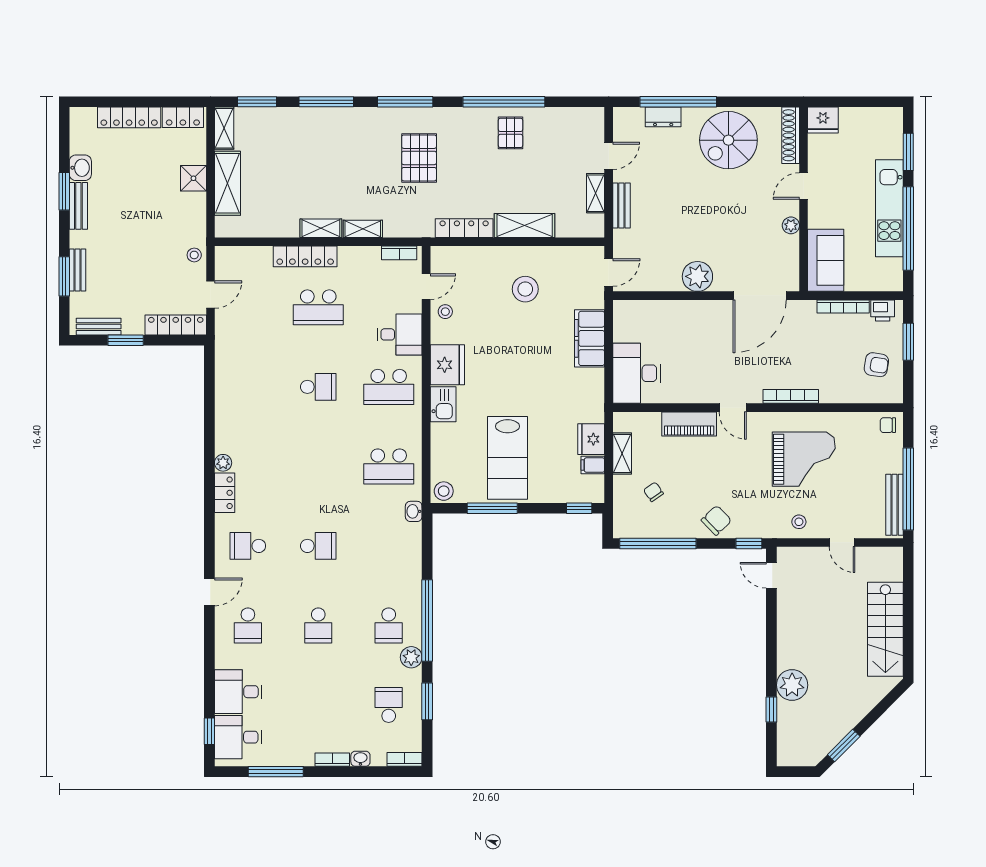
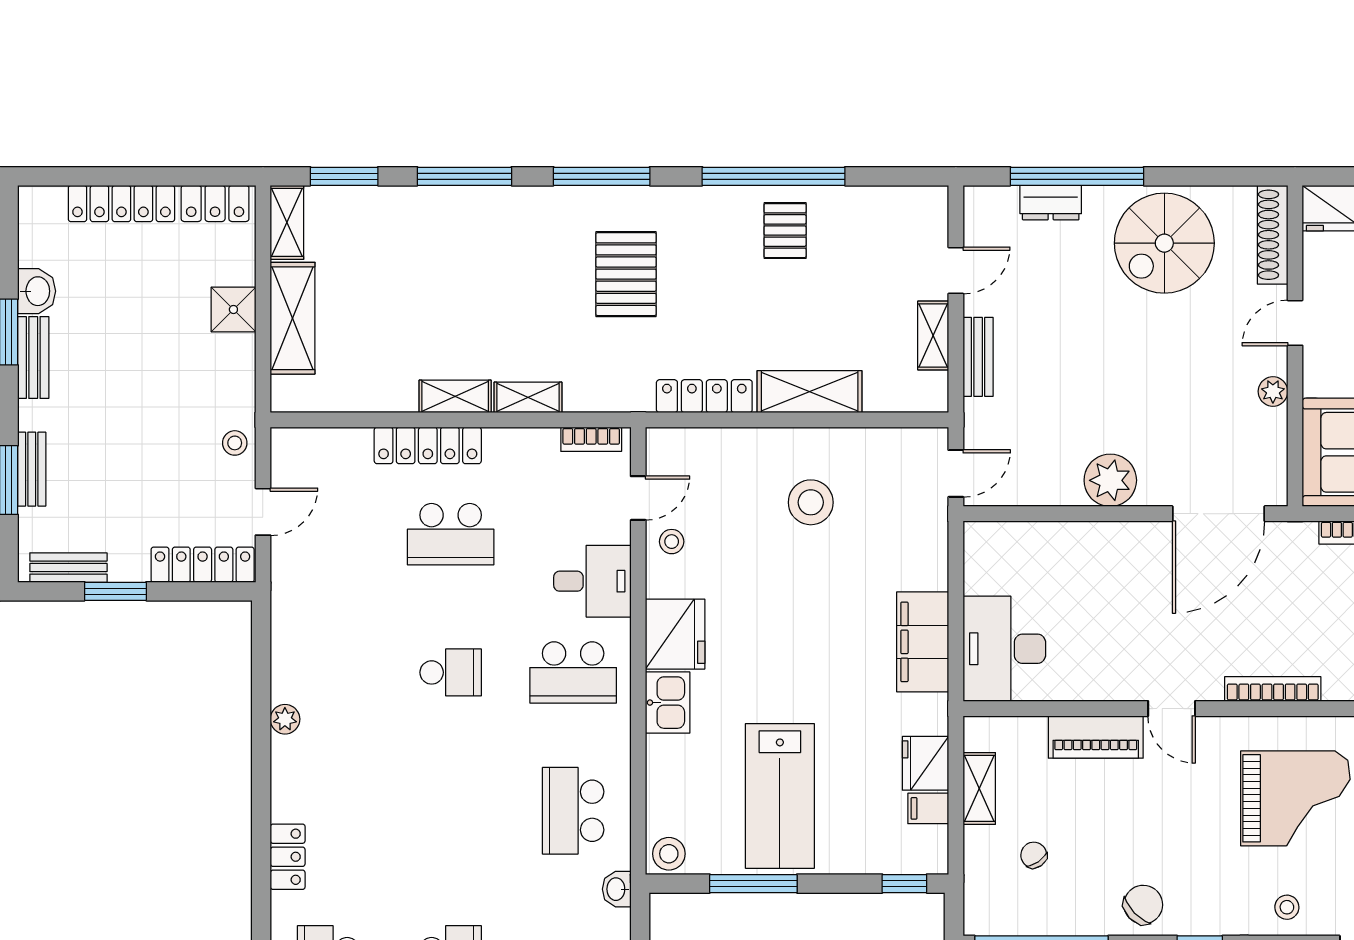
filing cabinet: (590, 338) -> (923, 642), moved
plant: (223, 463) -> (285, 719), moved
school desk: (389, 466) -> (573, 811), turned 90

